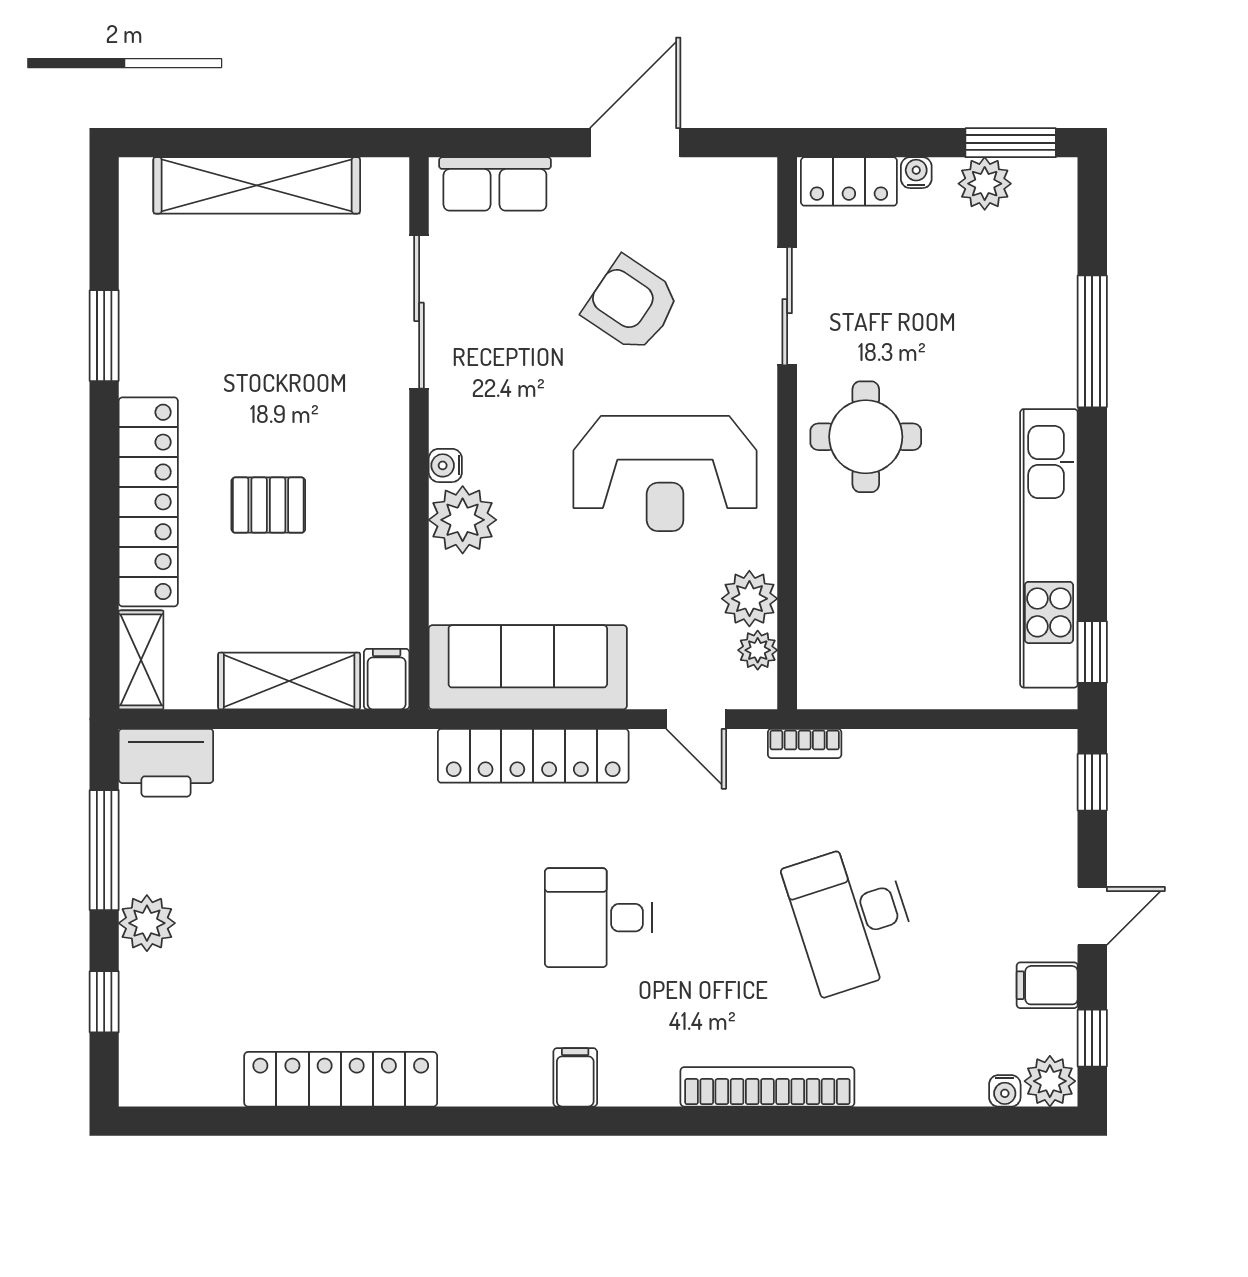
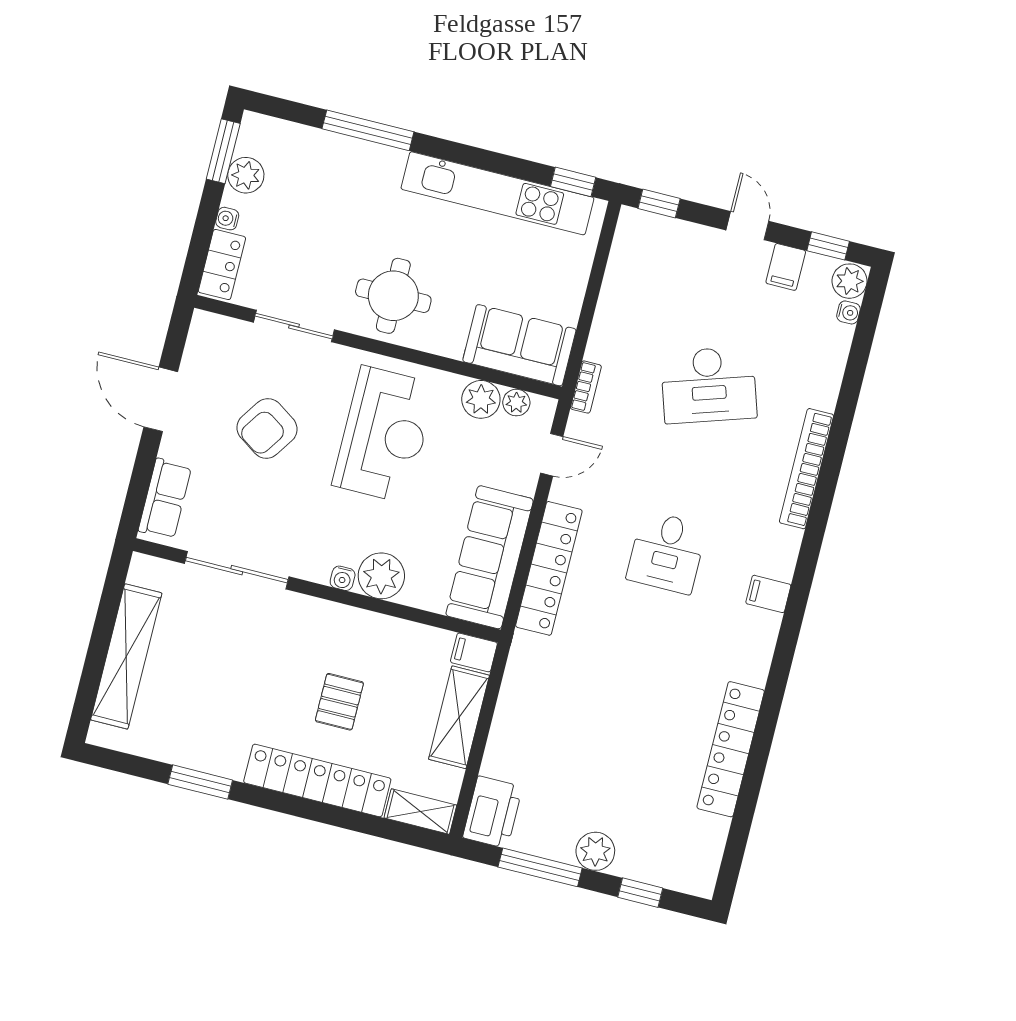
sofa: (840, 634) -> (519, 345), added

